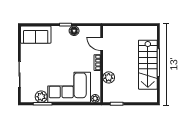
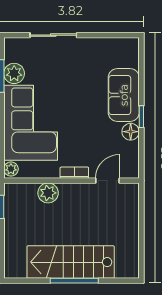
sofa: (36, 35) -> (124, 95), moved

